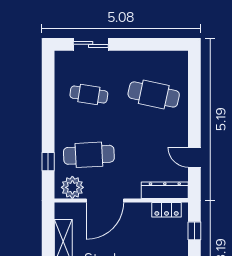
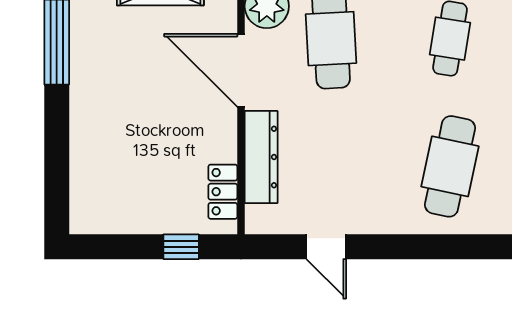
door: (194, 157) -> (326, 247), swing flipped
dresser: (165, 190) -> (261, 157), moved

